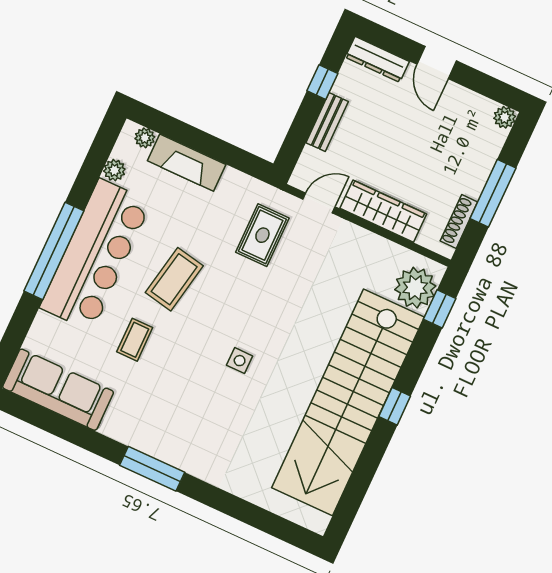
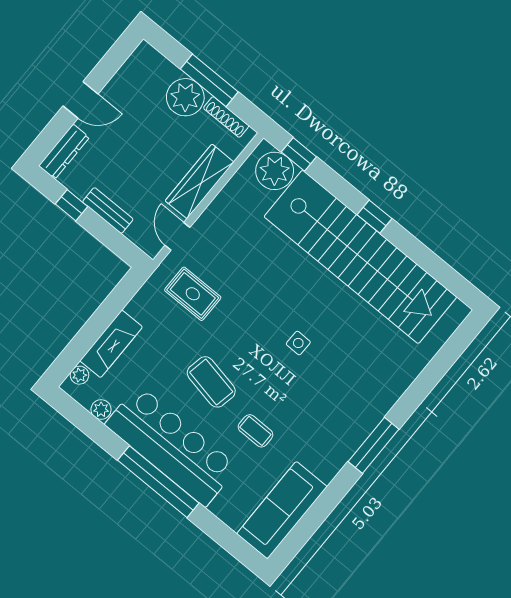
plant: (505, 117) -> (185, 97), moved, width x1.87, depth x1.87

